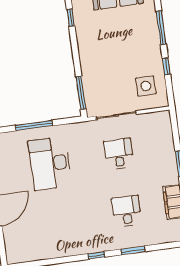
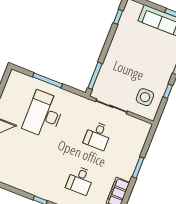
desk: (119, 154) -> (98, 136), turned 180
desk: (127, 211) -> (80, 180), turned 180

